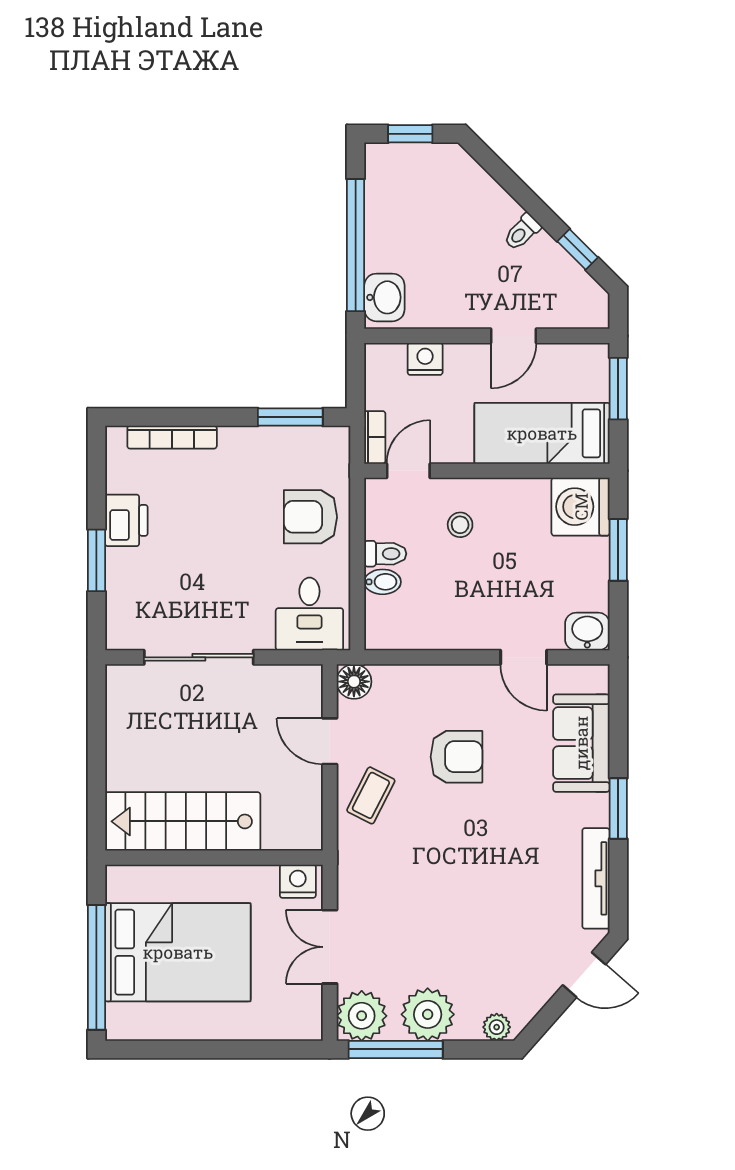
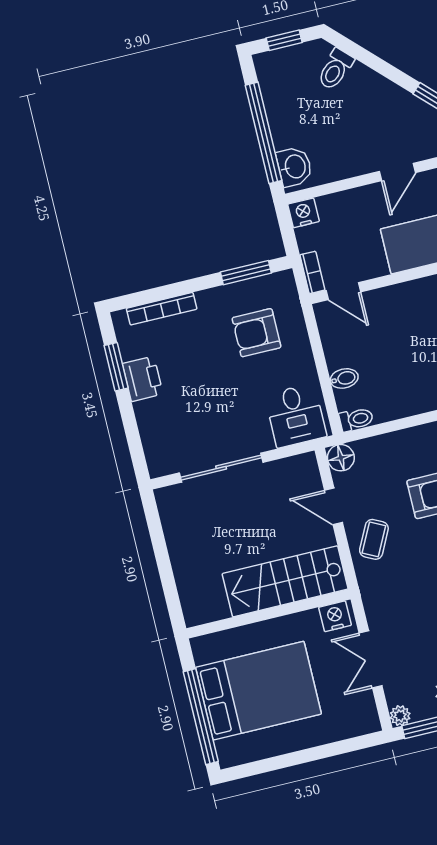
toilet: (522, 232) -> (335, 69), moved, width x1.37, depth x1.39
nightstand: (425, 359) -> (303, 213), moved
door: (408, 471) -> (343, 291), swing flipped
armchair: (310, 517) -> (257, 333), moved
stool: (460, 525) -> (392, 322), removed
toilet: (385, 554) -> (356, 419), moved
window: (96, 560) -> (116, 367), moved
stairs: (183, 821) -> (285, 581), moved
plant: (362, 1016) -> (400, 716), width x0.53, depth x0.53

